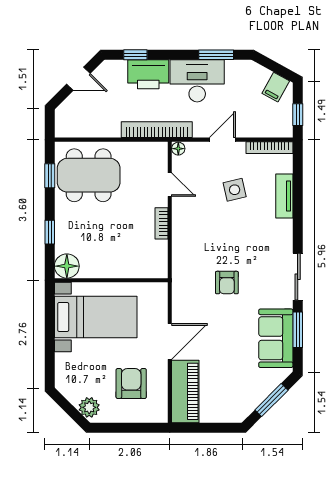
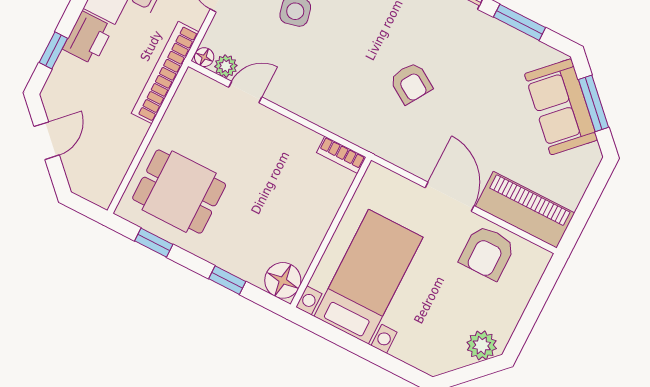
printer: (148, 74) -> (88, 38), width x0.73, depth x0.84
plant: (180, 165) -> (226, 66), added
dining table: (89, 175) -> (179, 192), width x0.73
bookcase: (161, 223) -> (341, 155), moved
armchair: (227, 283) -> (411, 83), turned 32
sofa: (276, 338) -> (561, 107), moved, turned 45
armchair: (131, 384) -> (487, 253), moved, turned -90

